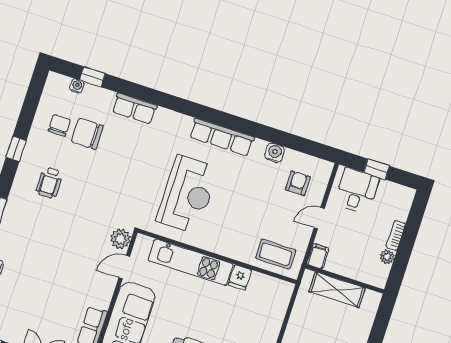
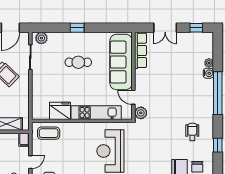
door: (124, 267) -> (133, 97), swing flipped
fridge: (240, 277) -> (60, 111), width x1.88, depth x1.34

